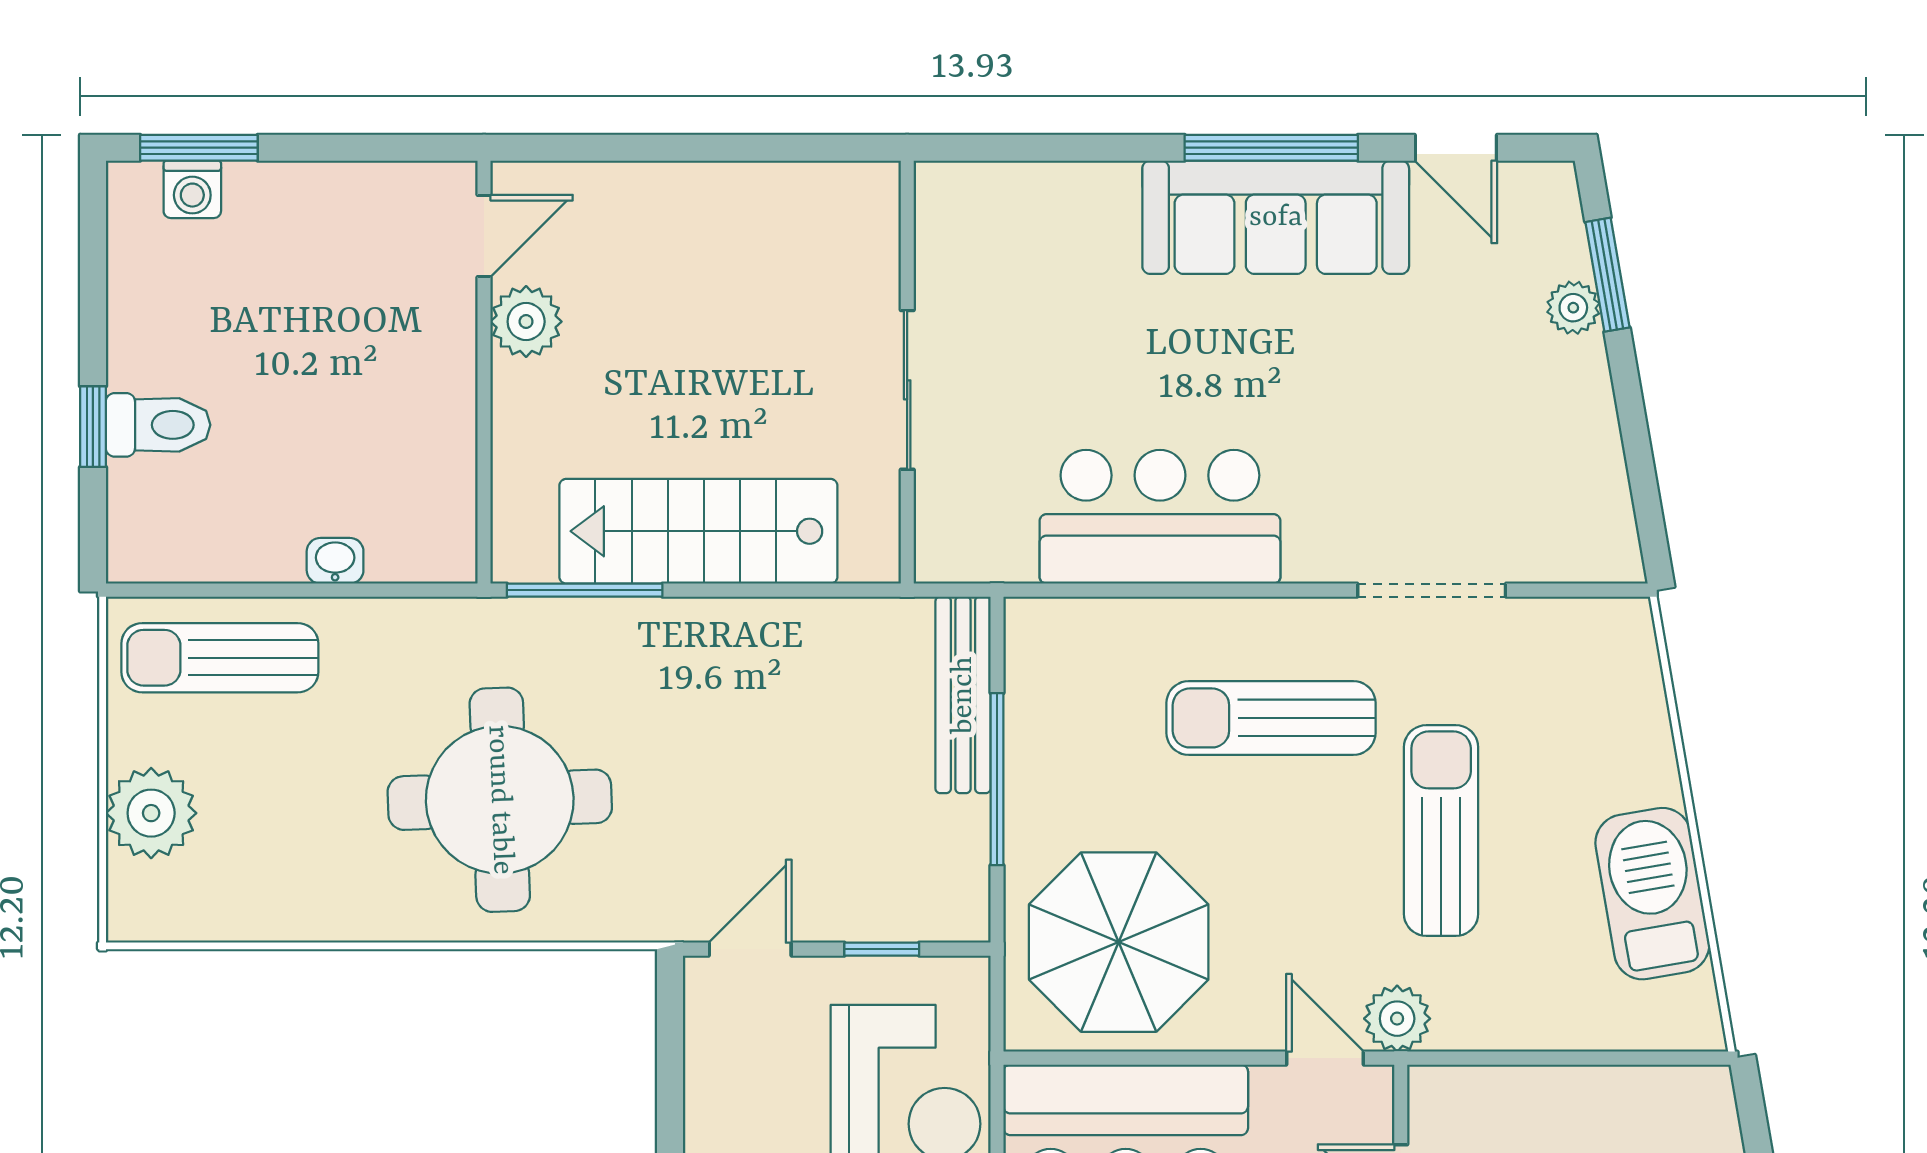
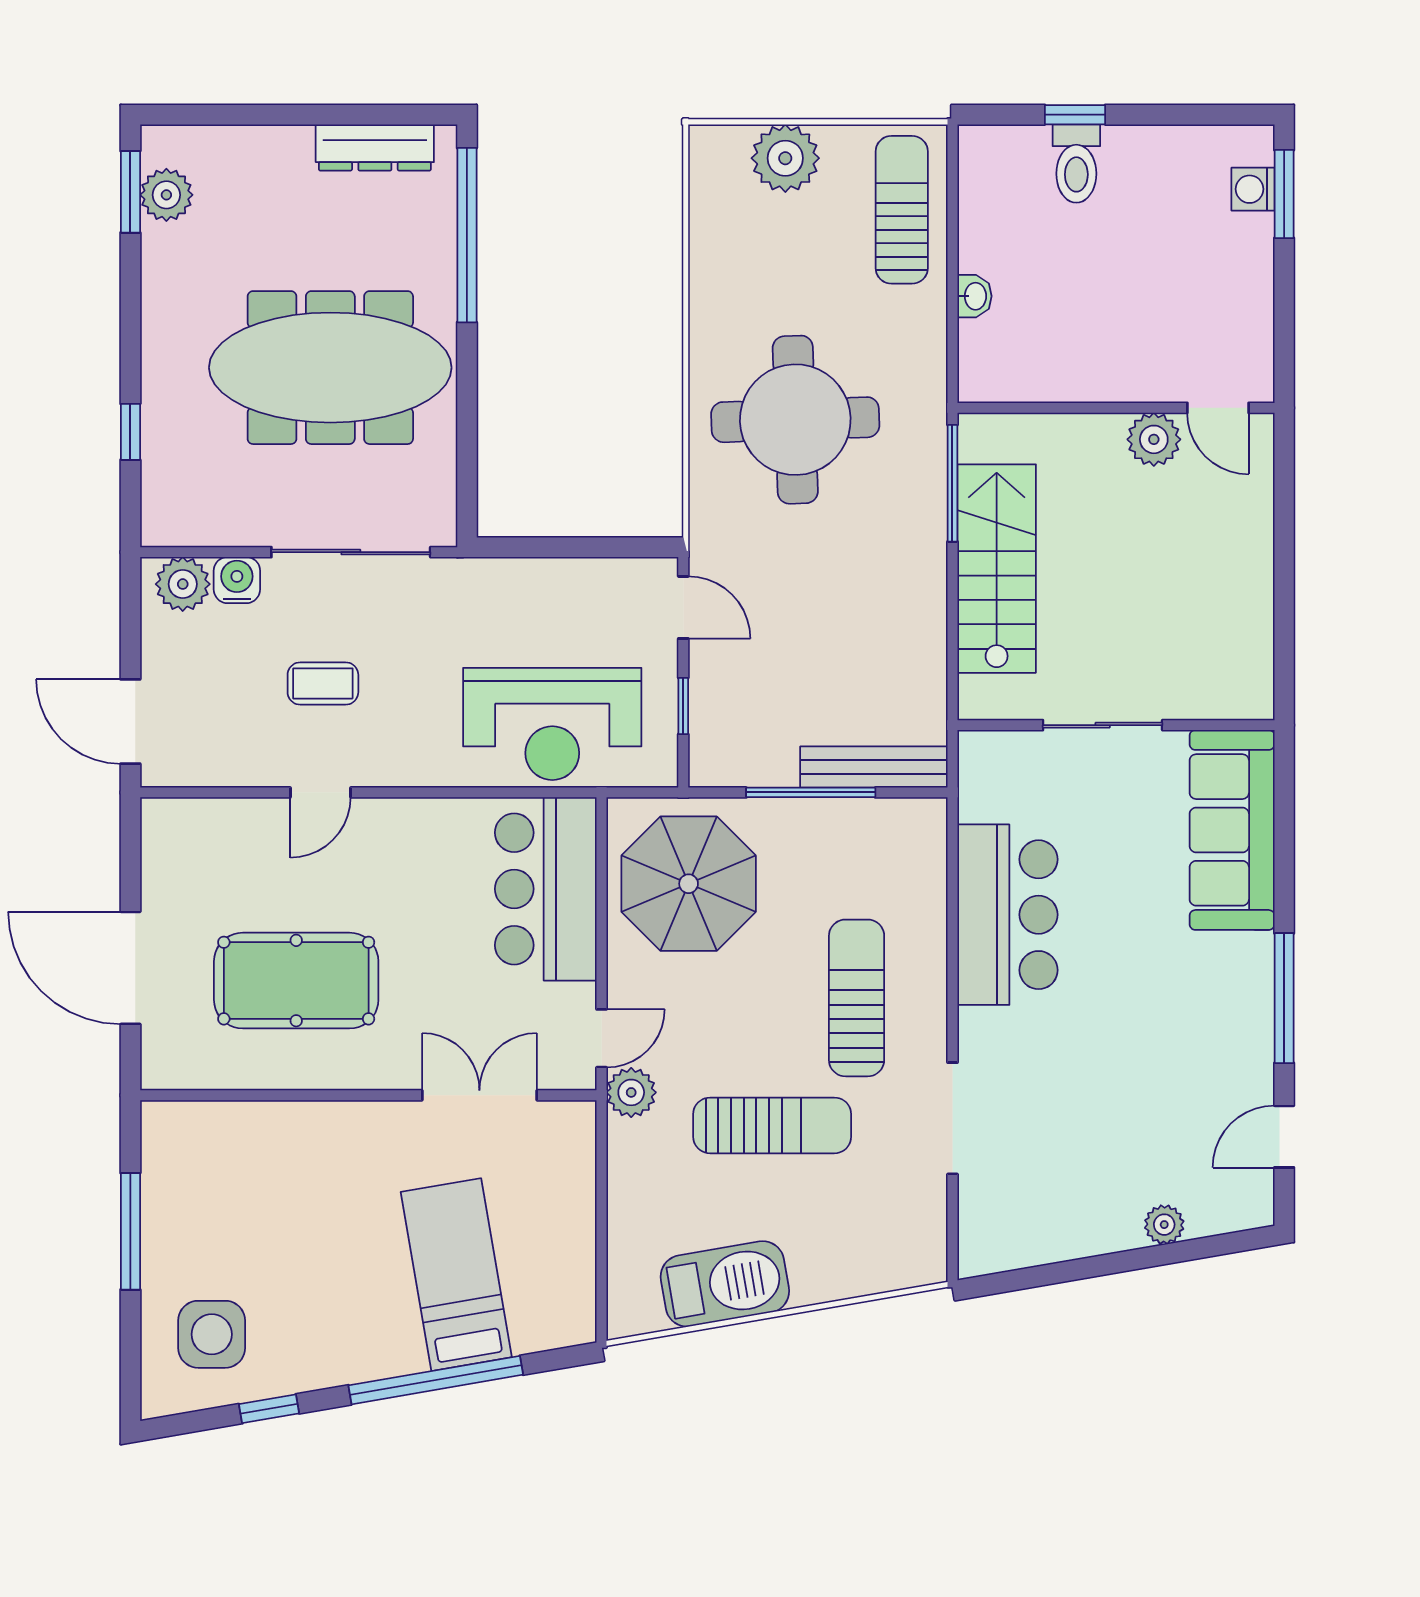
sofa: (1276, 217) -> (1232, 830), moved
window: (1607, 275) -> (1189, 1250), removed

